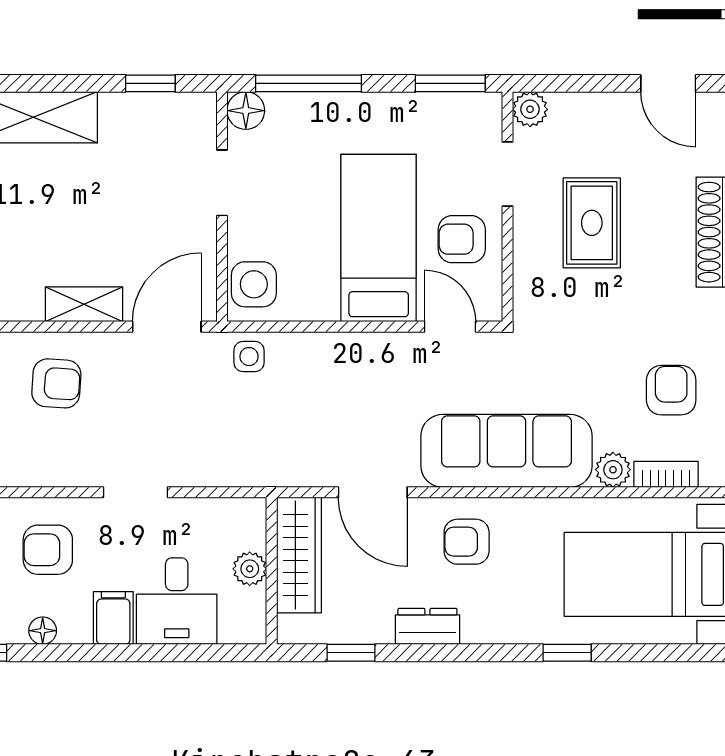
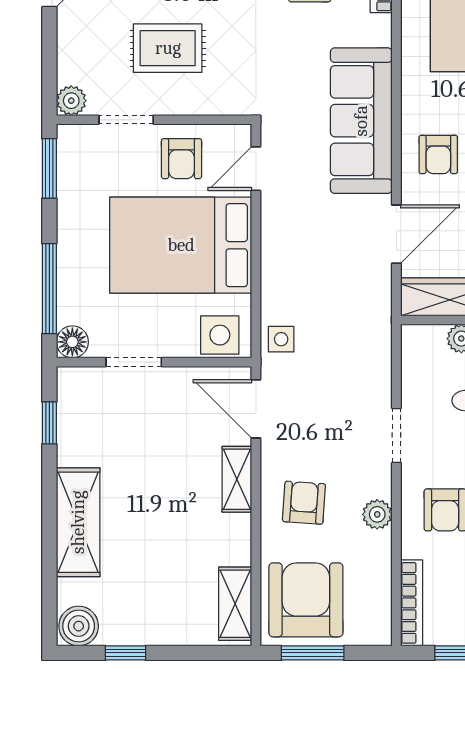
bed: (379, 238) -> (181, 245), width x1.50
plant: (613, 470) -> (377, 514), moved

